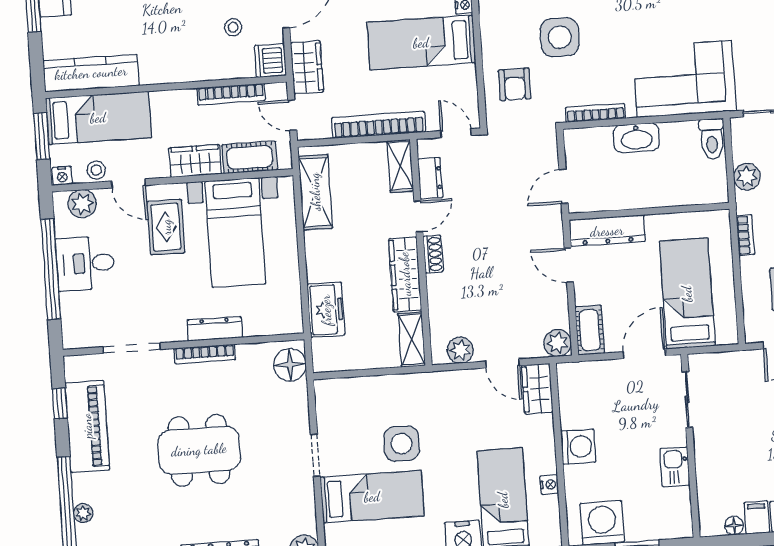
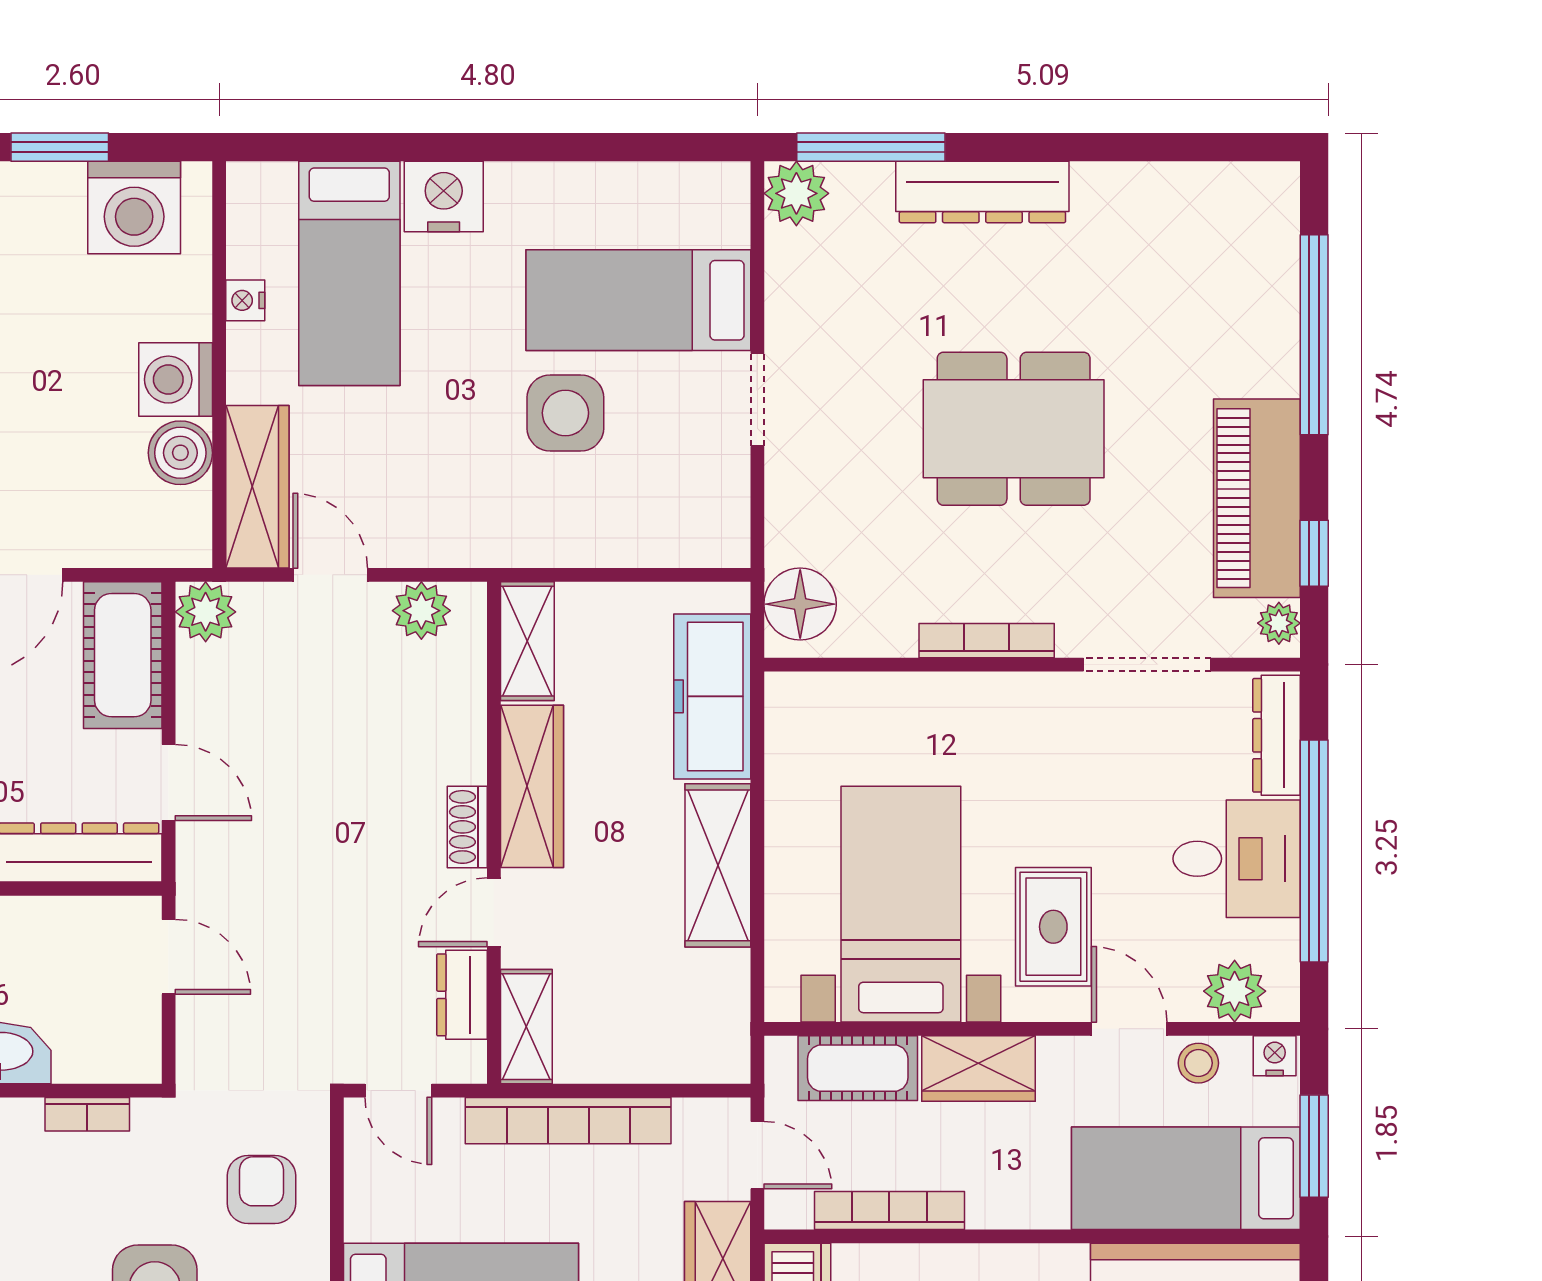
bookcase: (595, 113) -> (87, 1114), width x0.64
door: (564, 186) -> (169, 957), hinge flipped
shelving: (315, 192) -> (718, 865), moved
freezer: (326, 310) -> (712, 696), width x1.40
dresser: (215, 329) -> (1276, 735), moved, turned 90
cot: (590, 330) -> (123, 655), width x1.37, depth x1.34
wardrobe: (537, 389) -> (257, 487), width x1.50
boiler: (574, 414) -> (180, 453), added
plant: (83, 513) -> (1279, 623), moved

